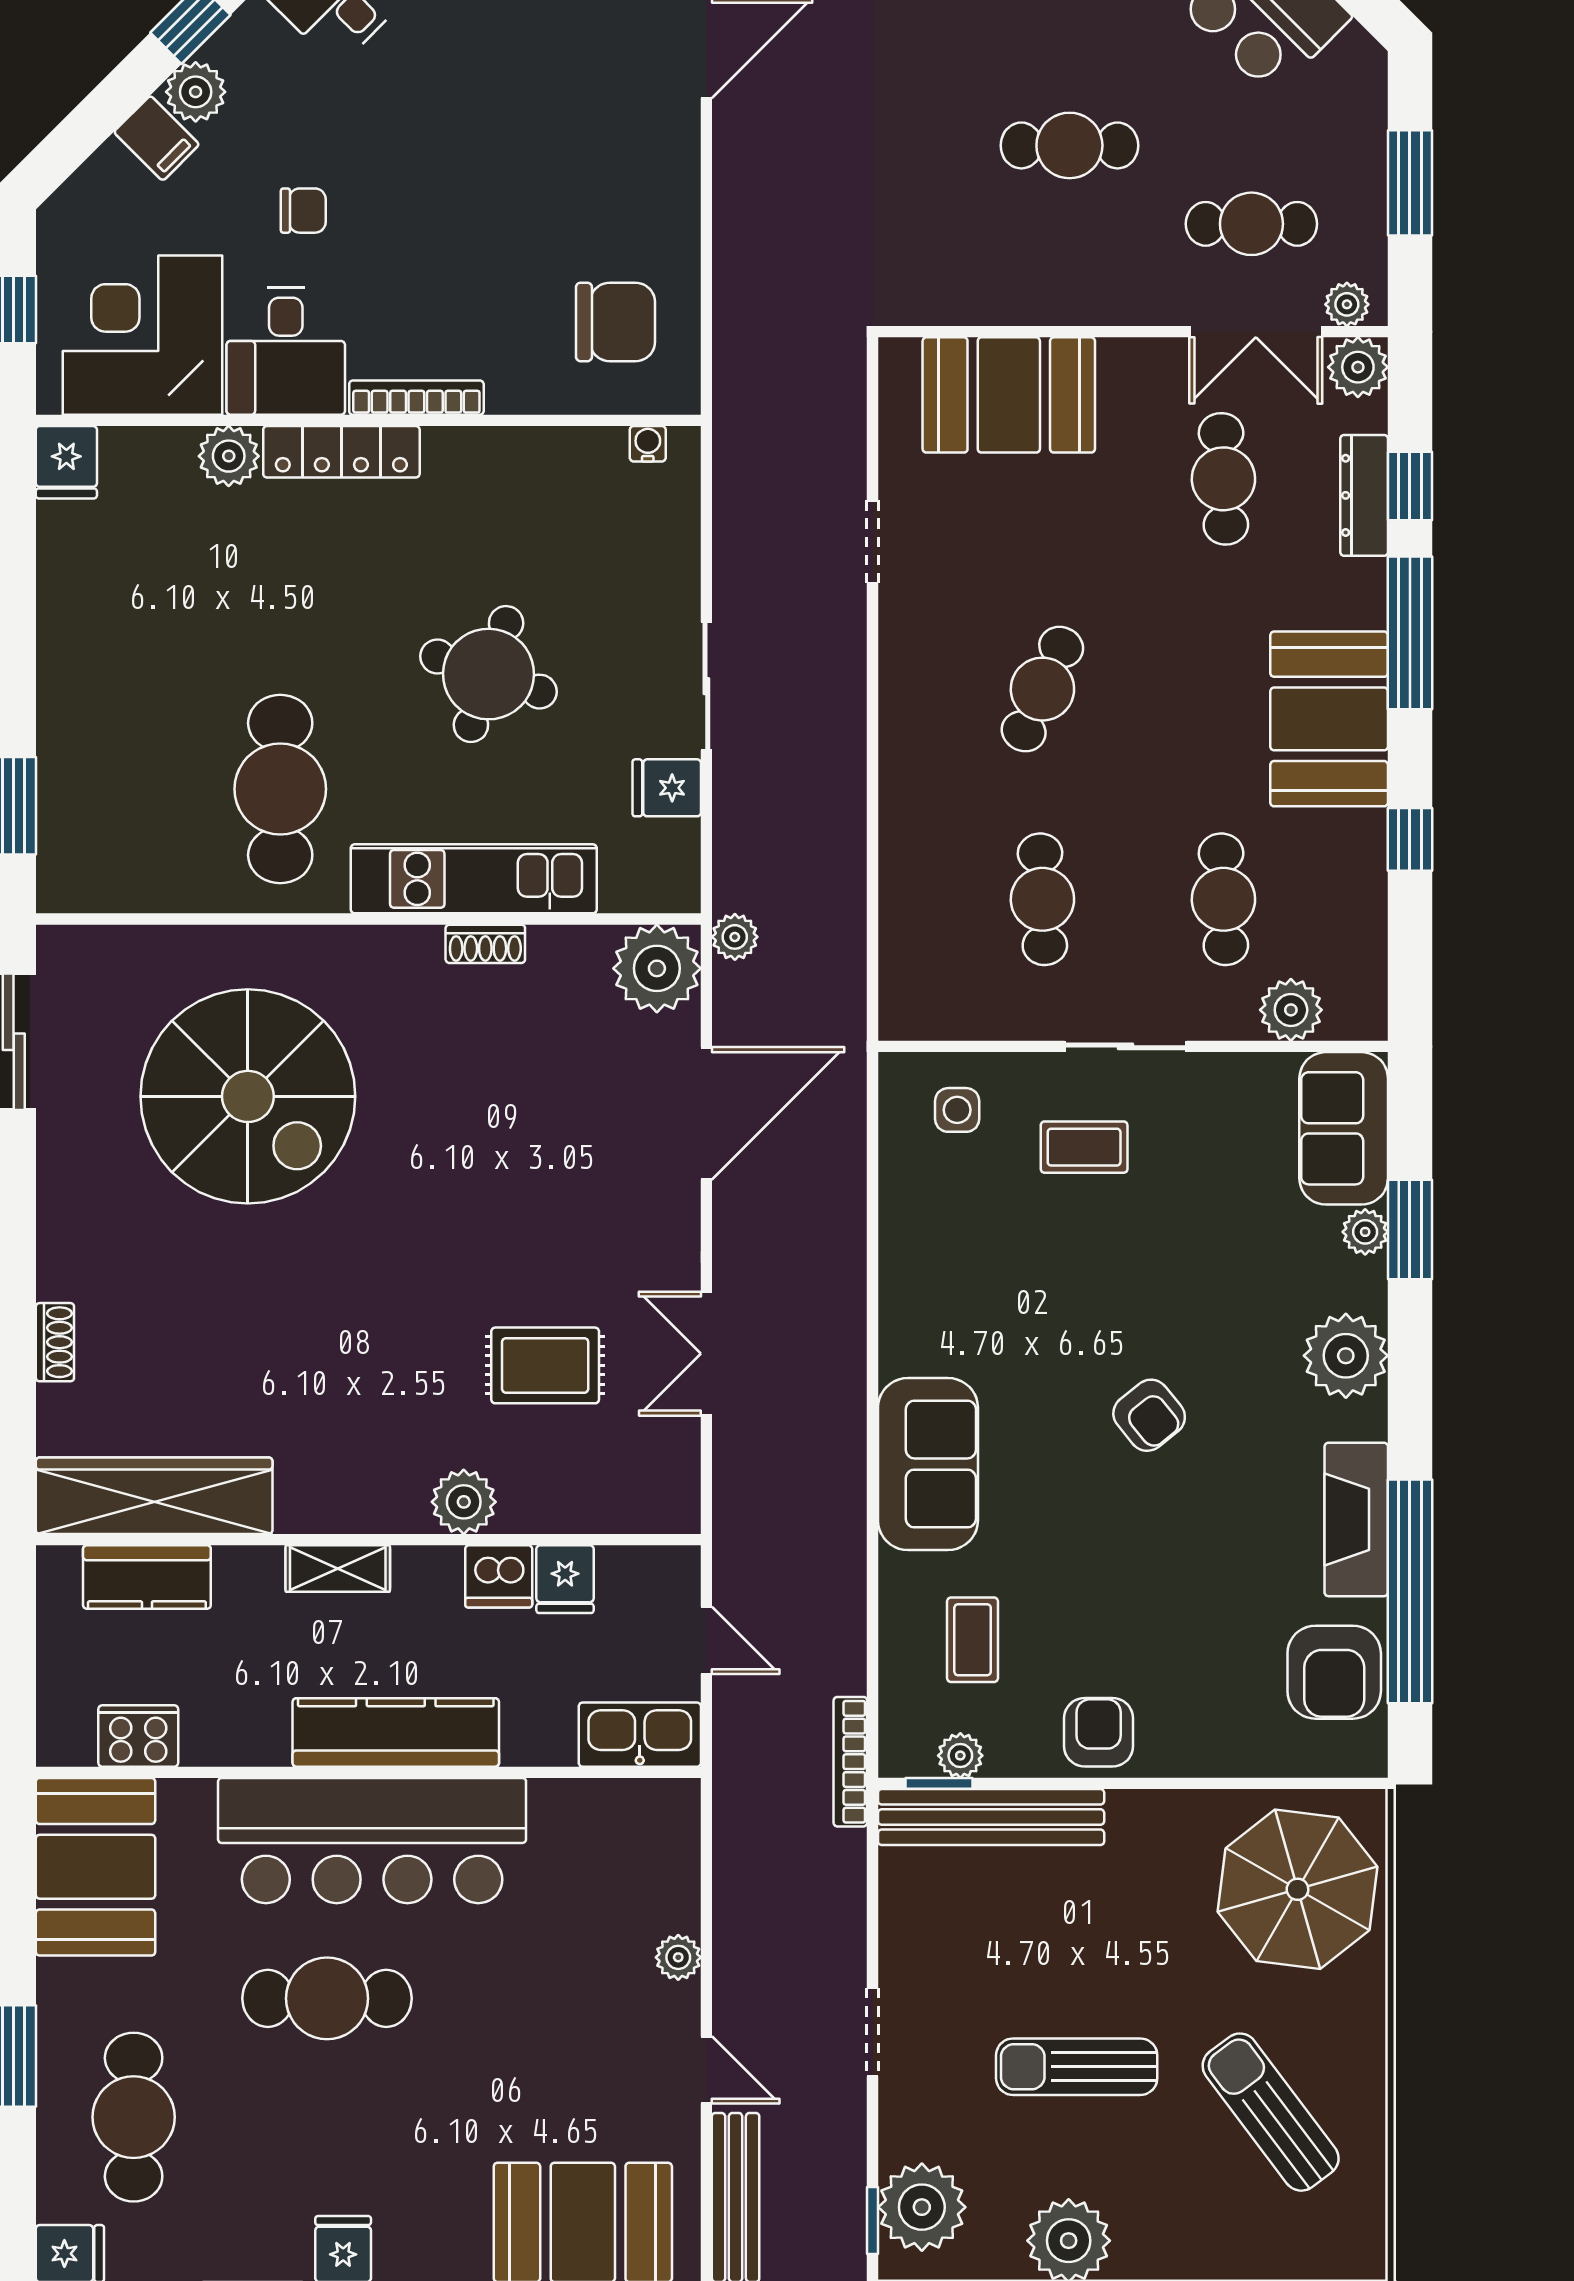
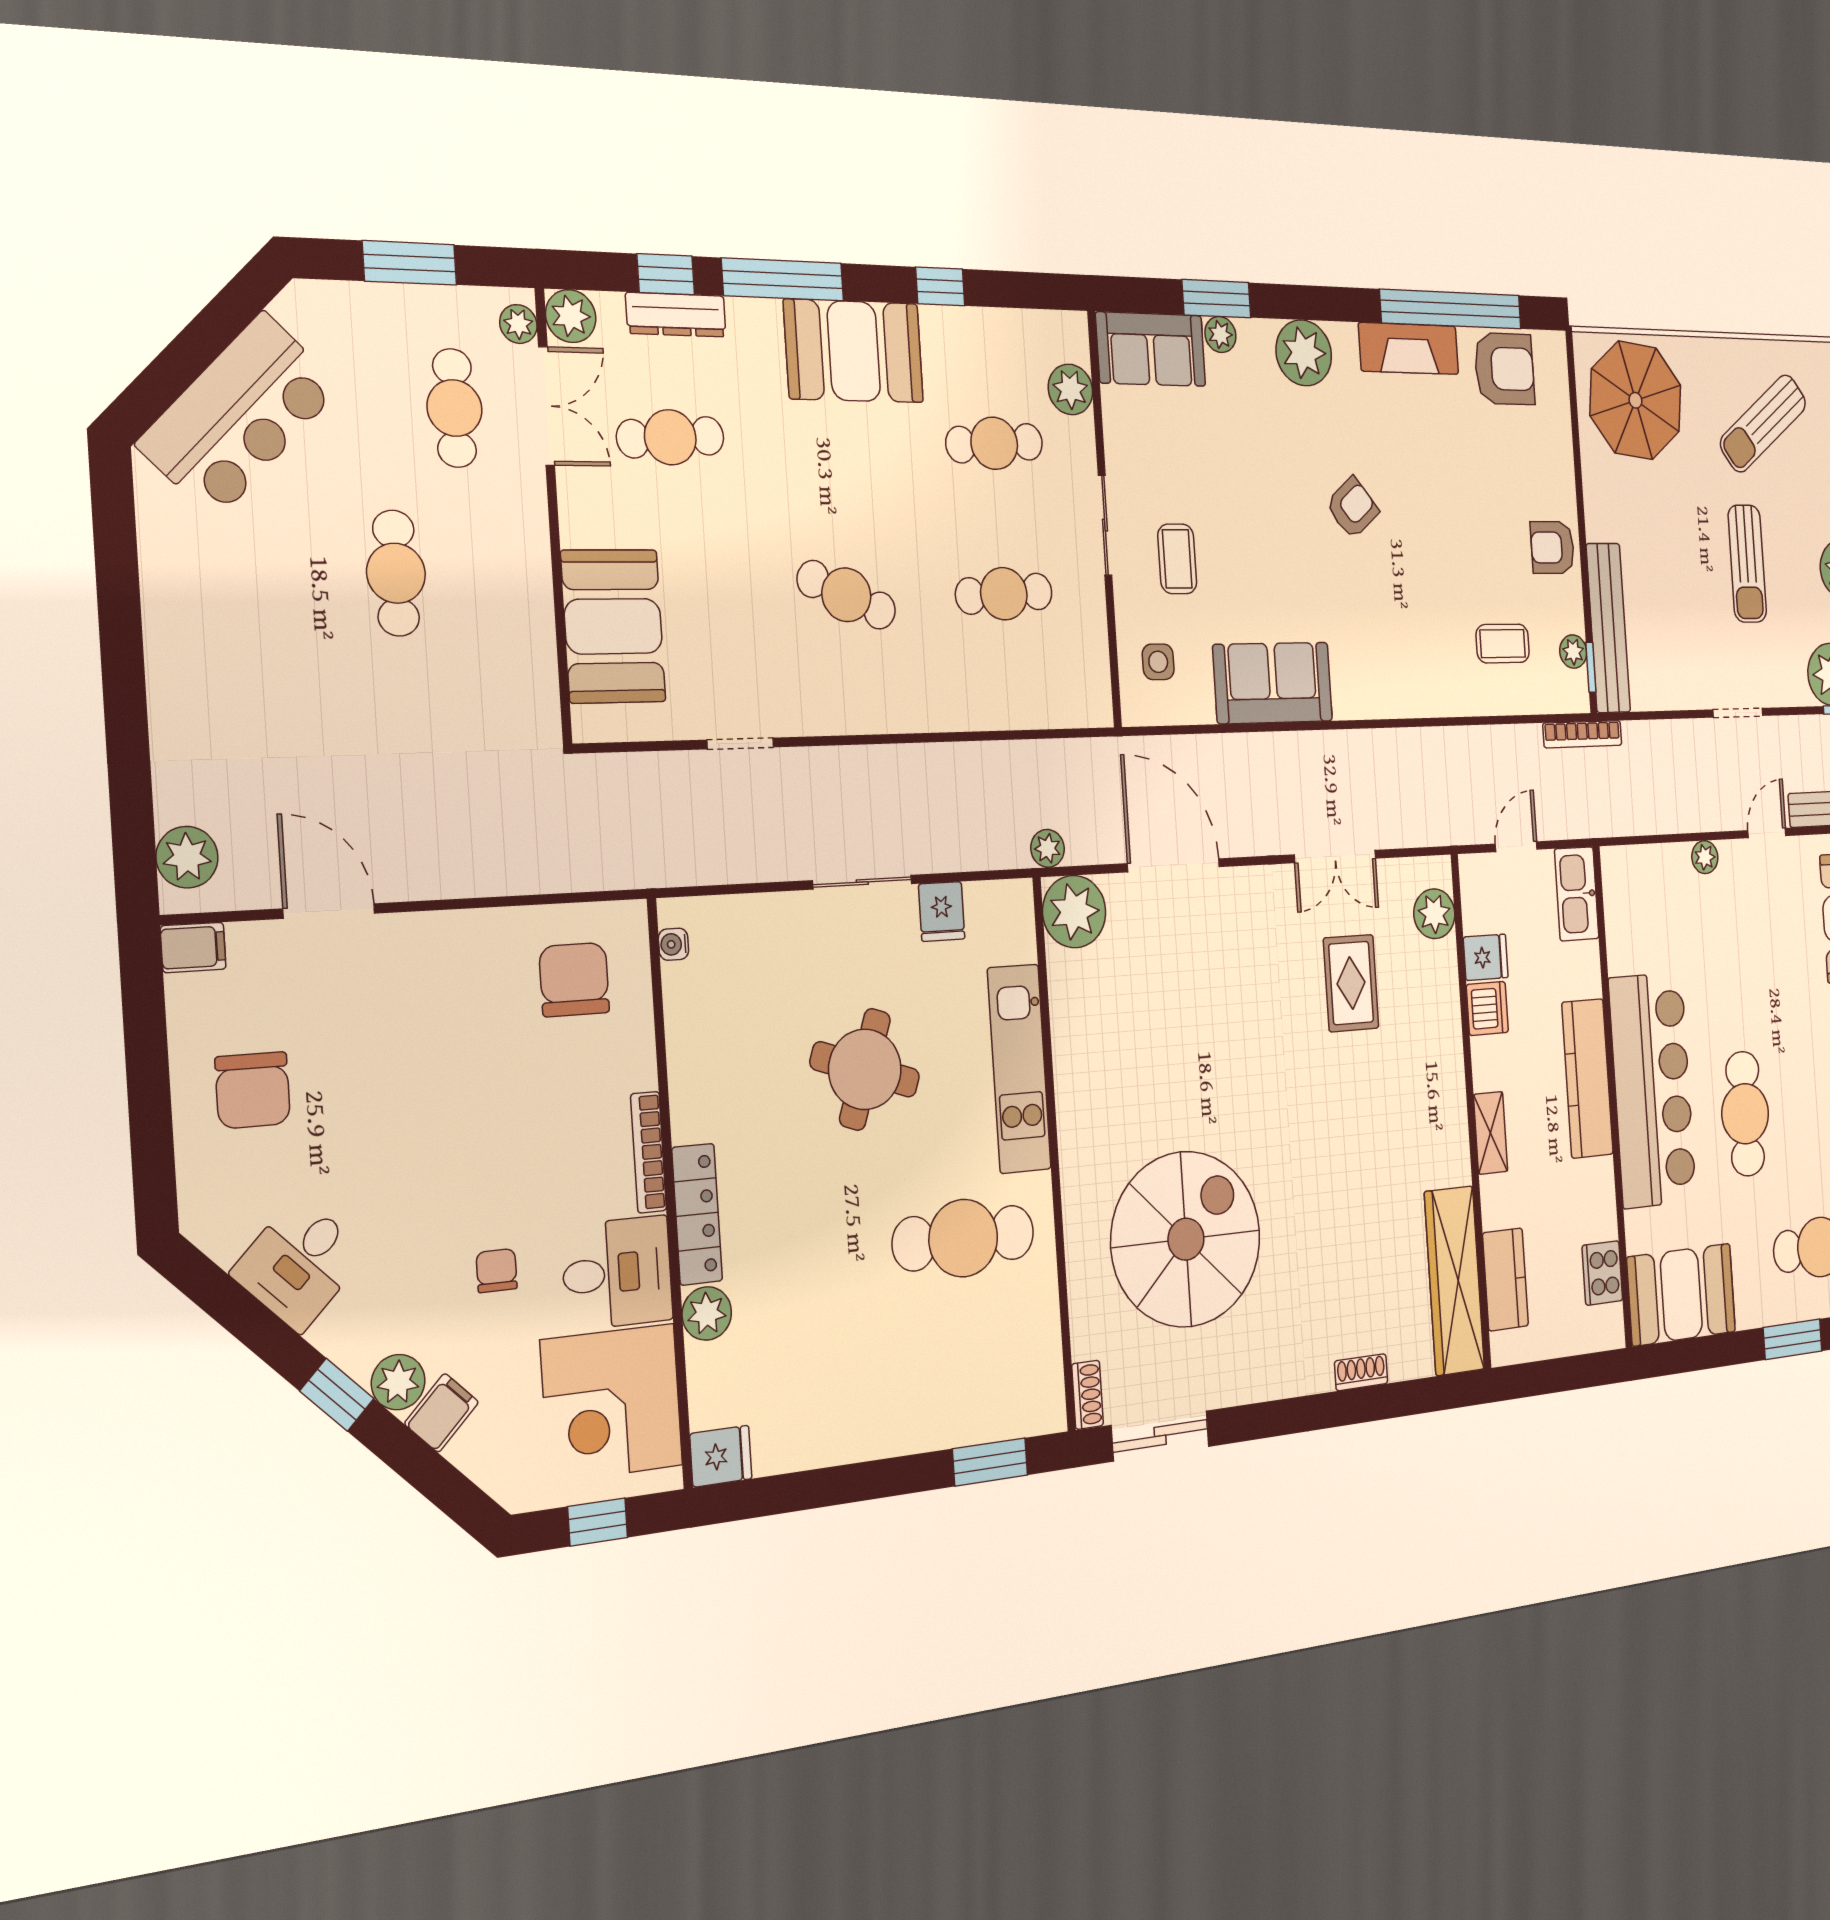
shoe rack: (485, 944) -> (1087, 1395), moved
sofa: (928, 1464) -> (1273, 683), moved
plant: (464, 1502) -> (1434, 914), moved

